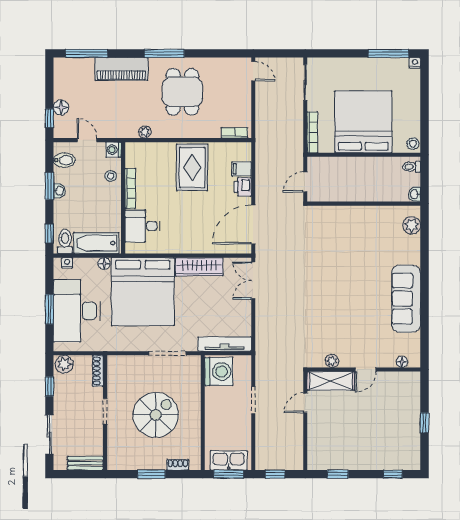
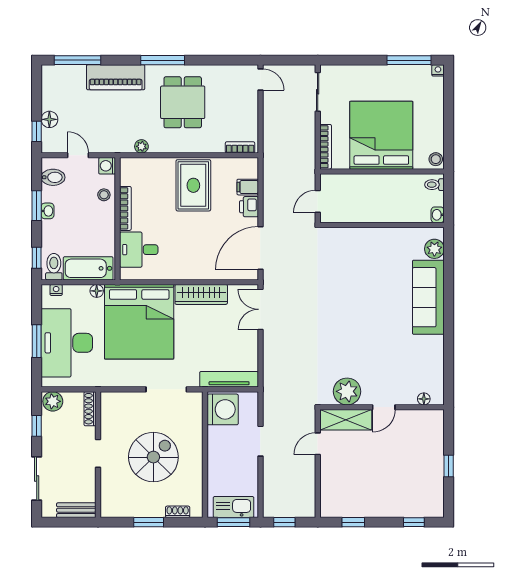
sofa: (406, 299) -> (428, 297), moved
plant: (332, 361) -> (347, 391), width x1.88, depth x1.88

